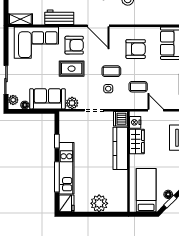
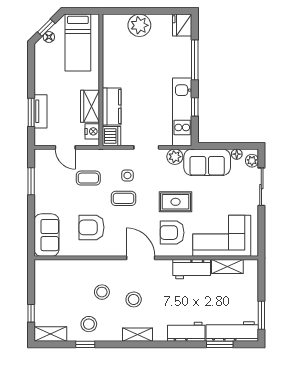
shelving: (20, 19) -> (227, 267), moved
kitchen counter: (120, 148) -> (112, 107), width x0.67
kitchen unit: (66, 168) -> (182, 112), moved

